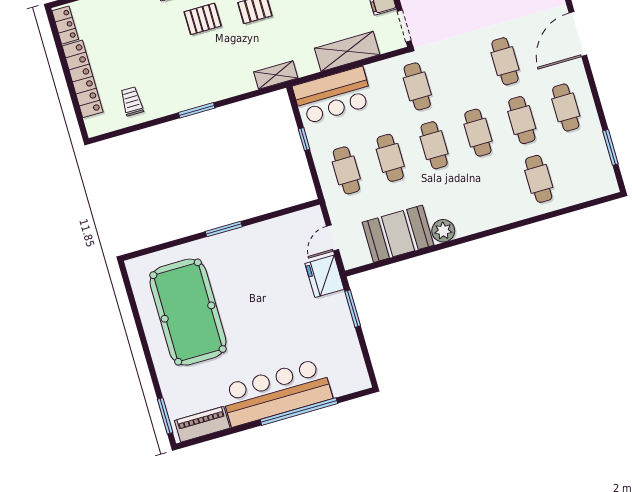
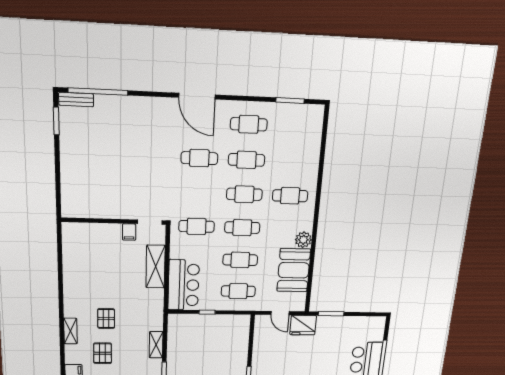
shelving: (276, 75) -> (156, 345), moved
cafe table: (539, 179) -> (290, 196), moved

